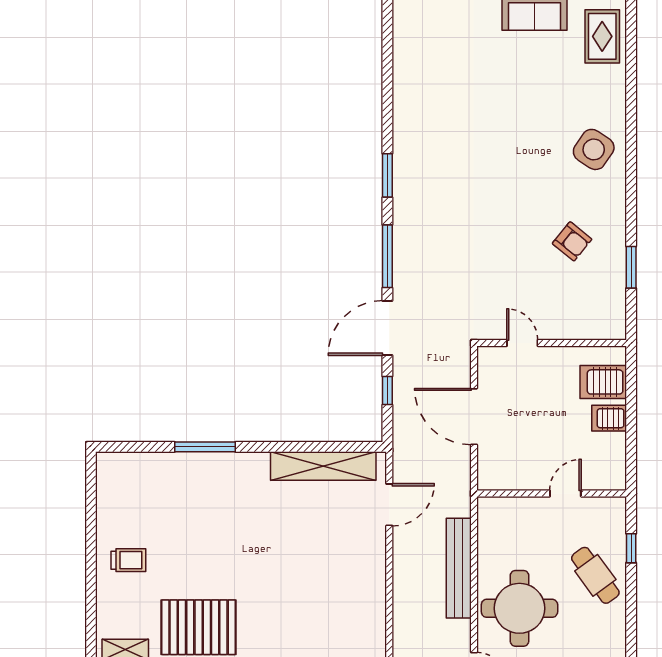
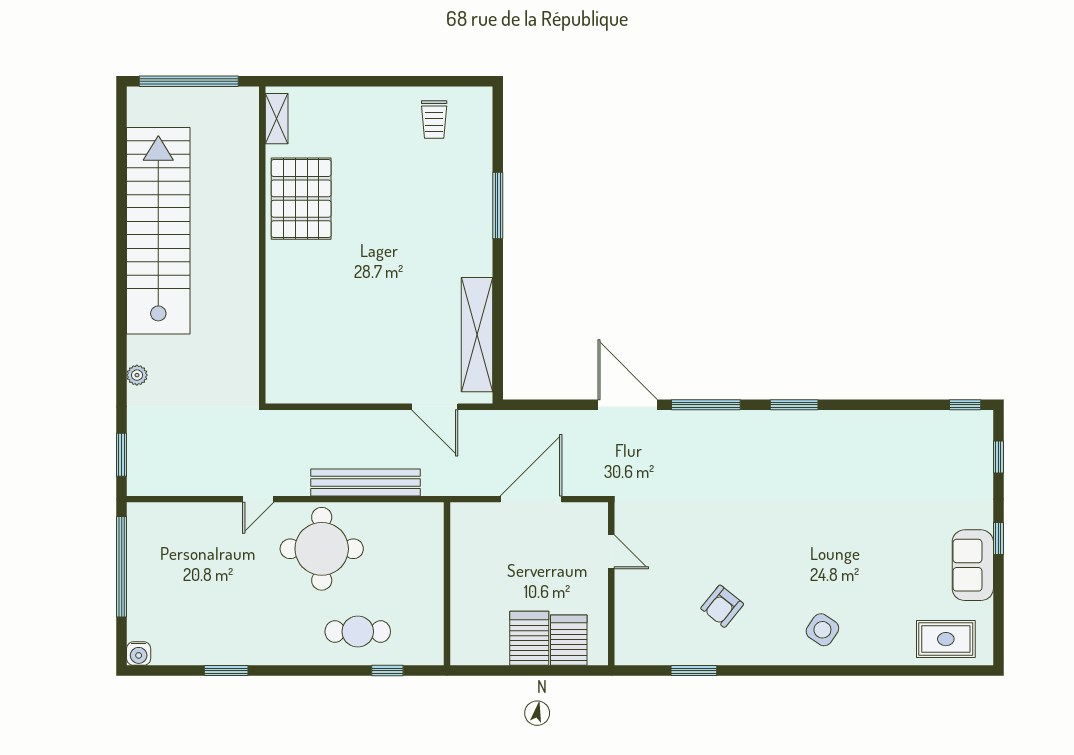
side table: (594, 149) -> (822, 630), width x0.73, depth x0.73
door: (522, 343) -> (611, 552), hinge flipped
window: (387, 391) -> (965, 405), moved
server rack: (609, 418) -> (529, 638), width x1.36, depth x1.44
door: (565, 493) -> (447, 599), removed
trolley: (128, 560) -> (434, 120), moved
cafe table: (595, 575) -> (358, 632), turned 36

